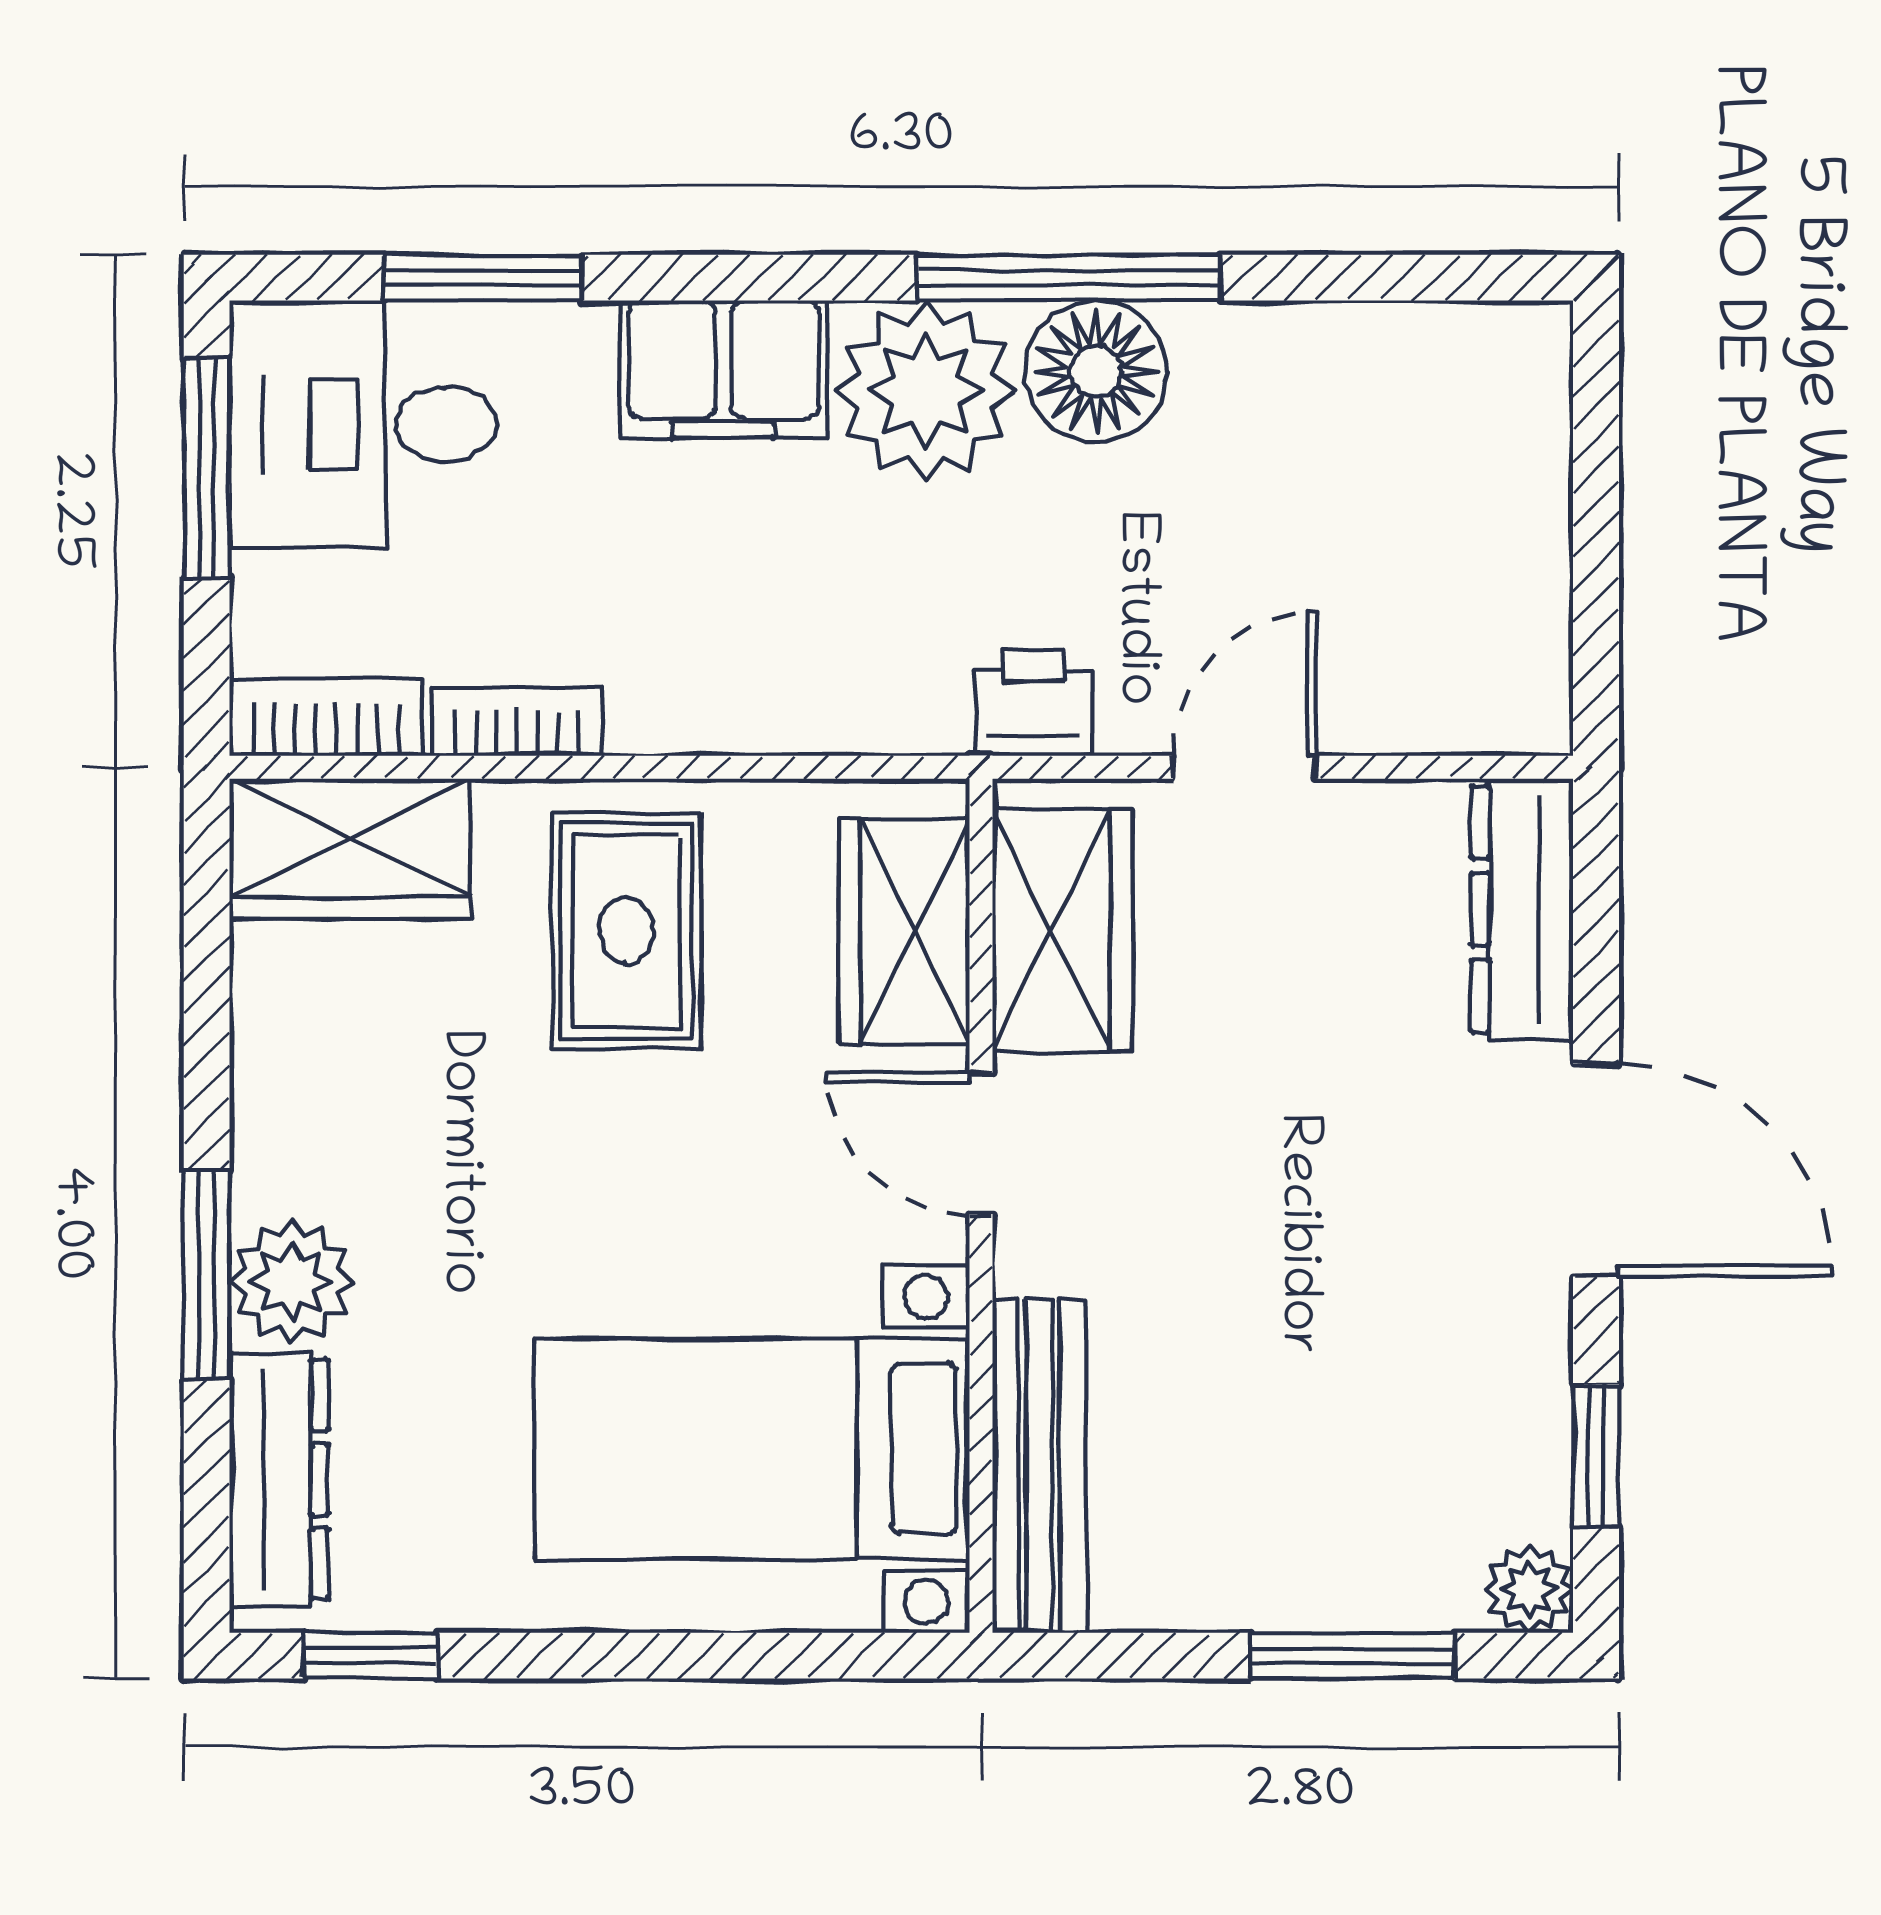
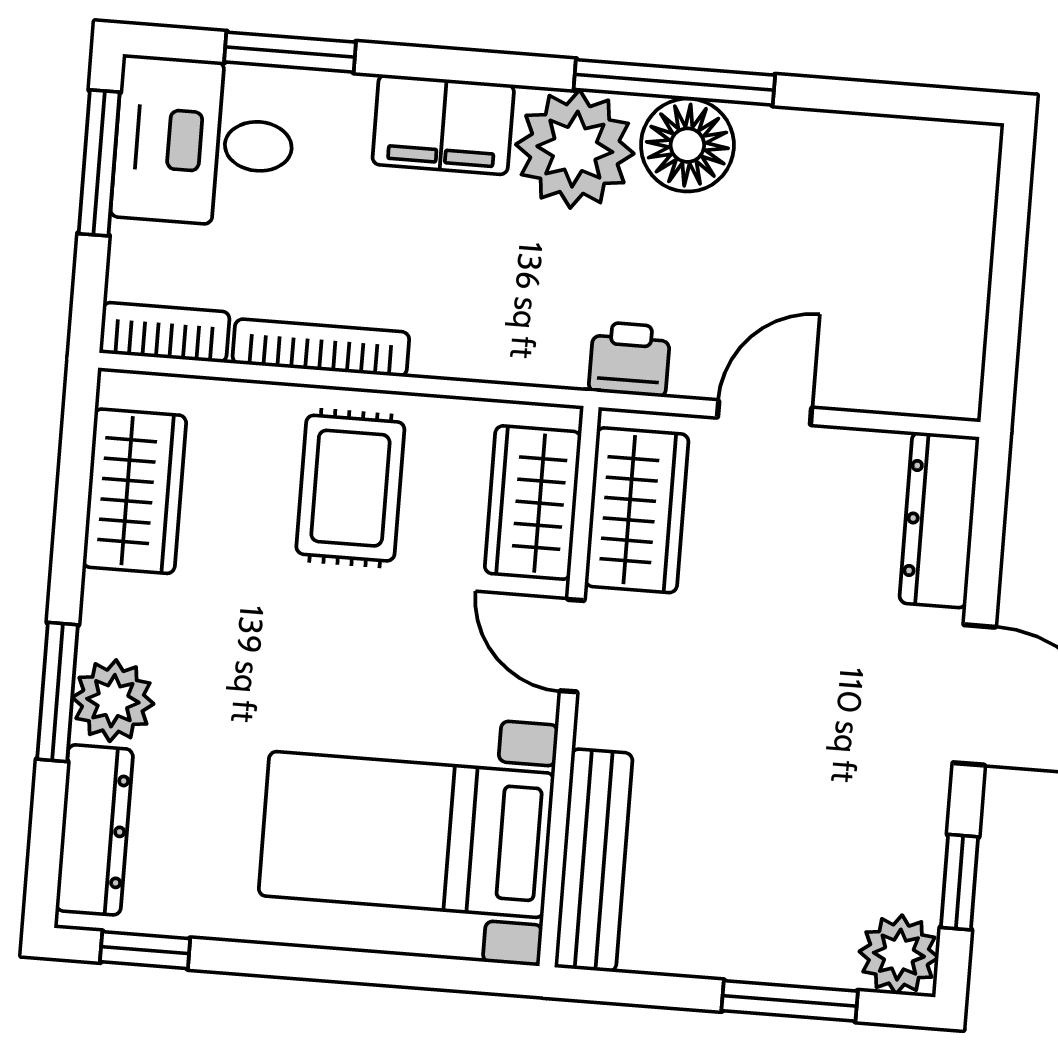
bookcase: (517, 722) -> (321, 348), width x1.56
wardrobe: (350, 849) -> (134, 491), moved, turned -90
plant: (1529, 1589) -> (899, 955), width x1.38, depth x1.38

